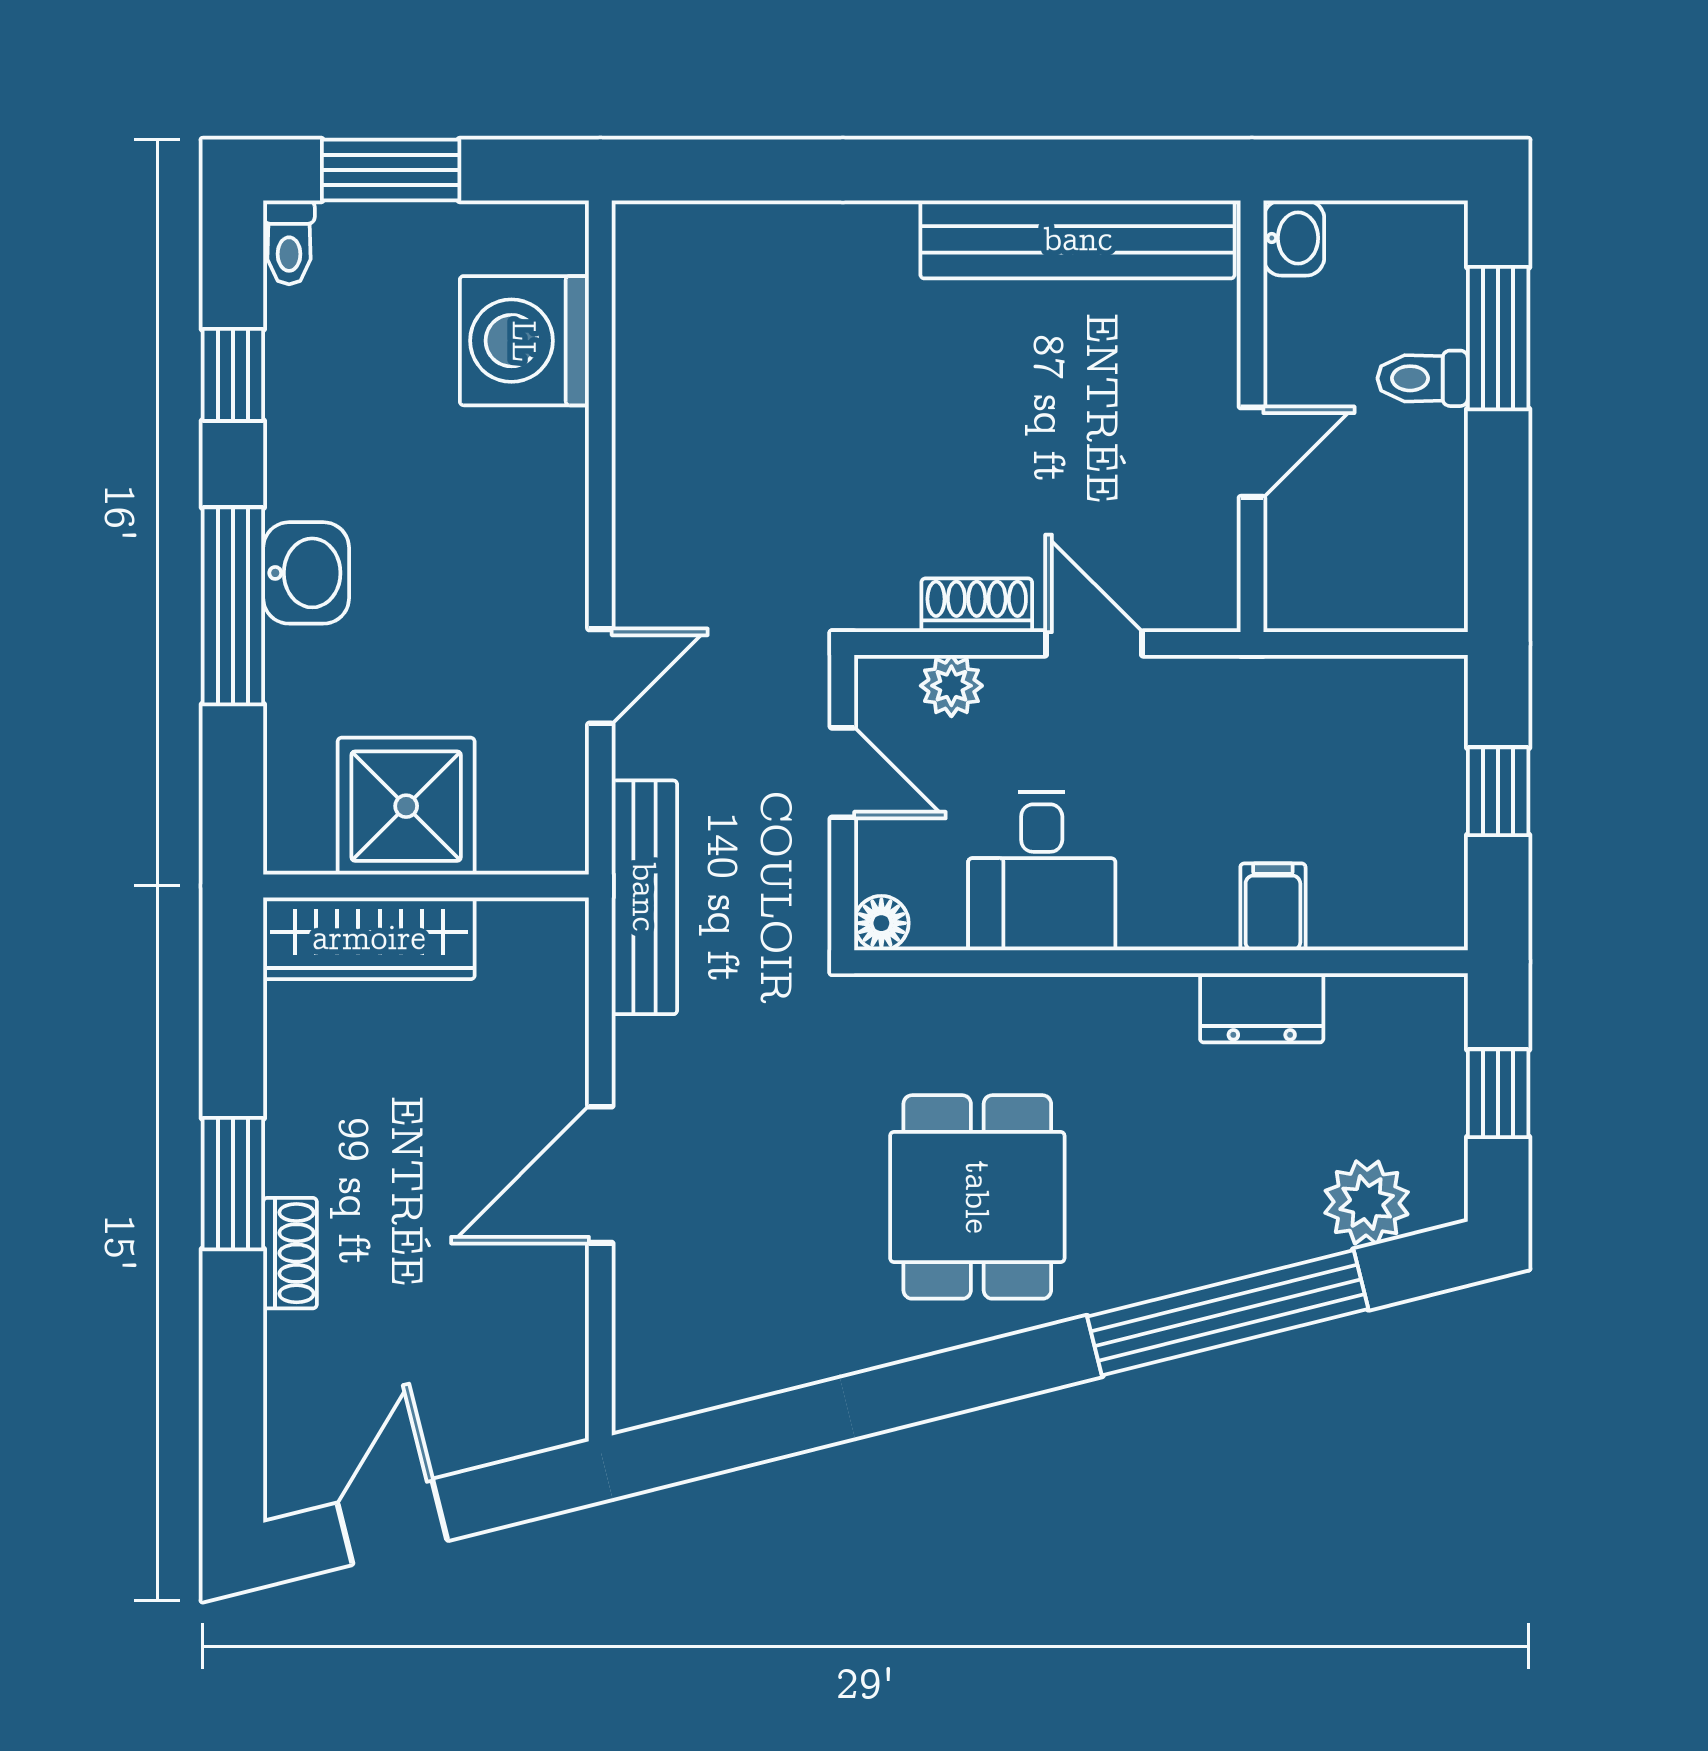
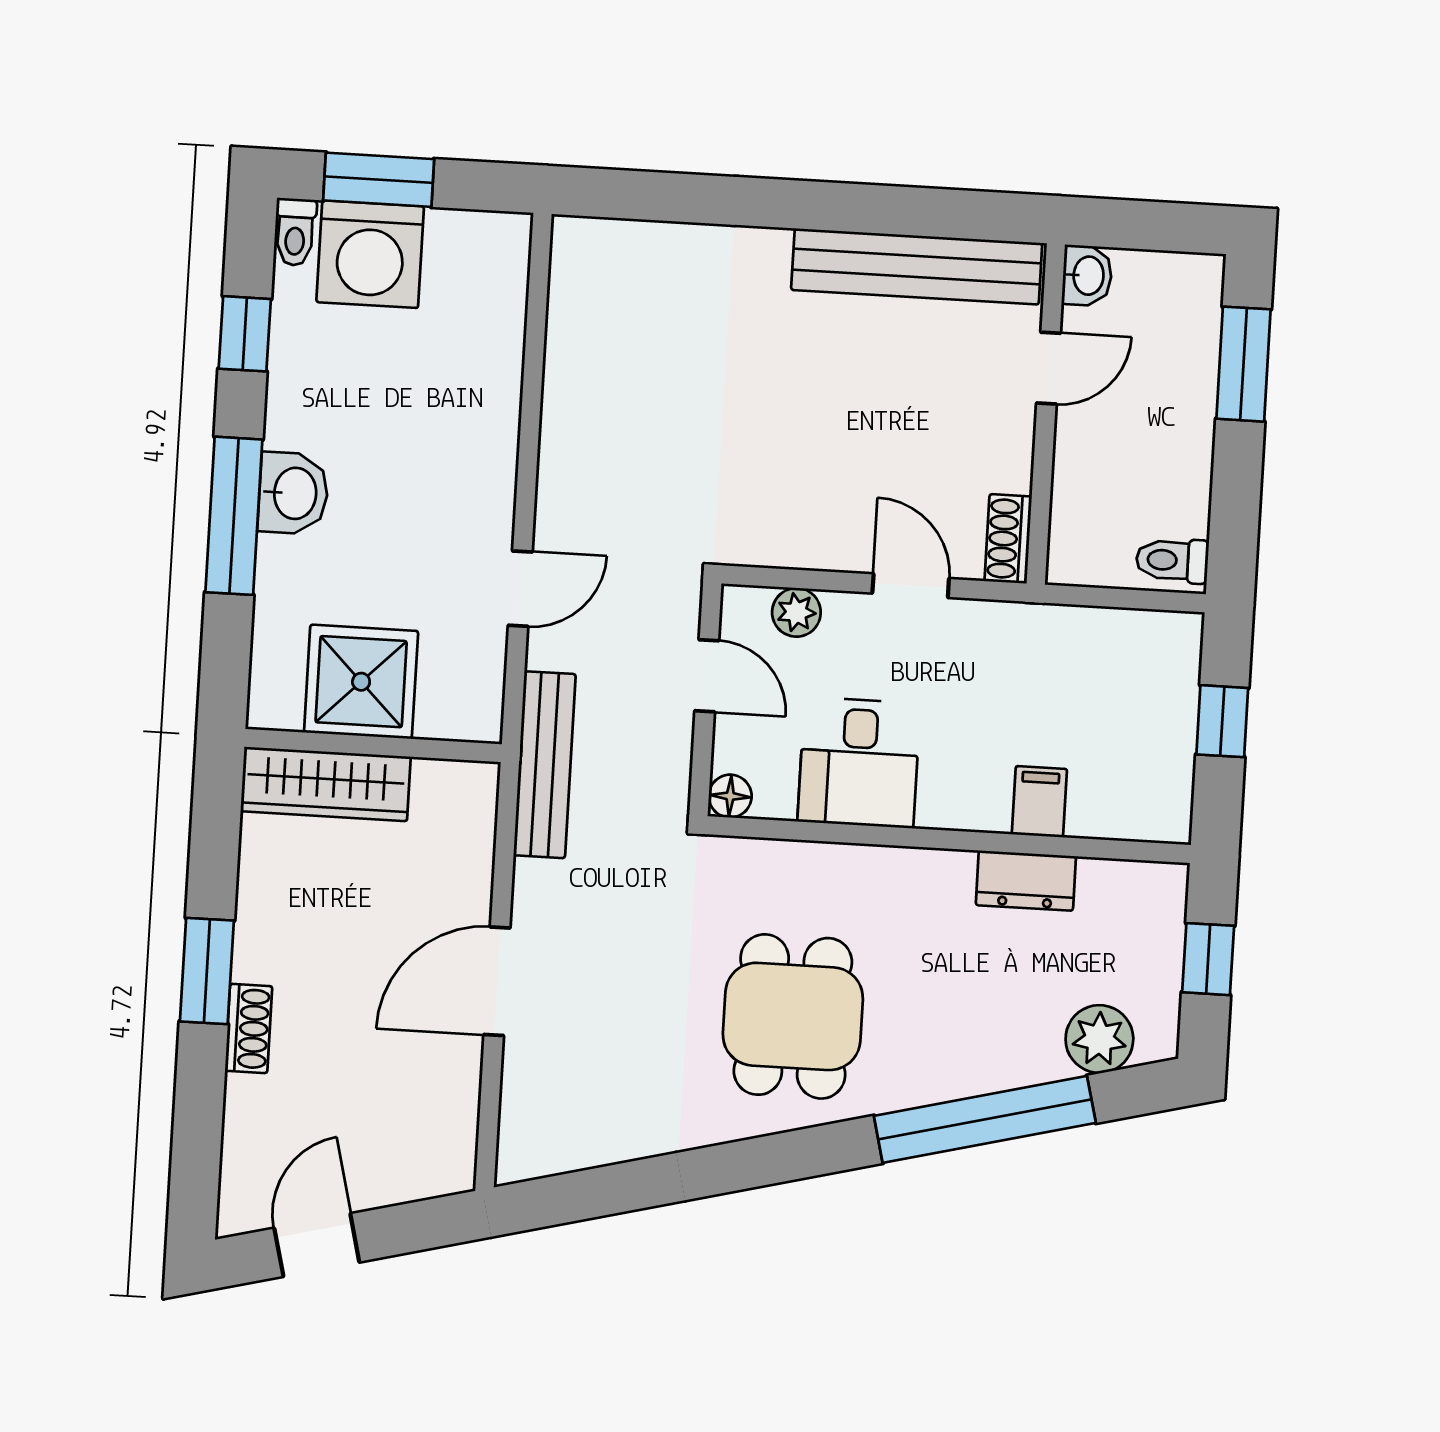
washing machine: (524, 341) -> (370, 254), moved, turned -90
toilet: (1423, 378) -> (1172, 560), moved
door: (1252, 452) -> (1049, 368), moved
shoe rack: (977, 605) -> (1008, 539), moved, turned -90

